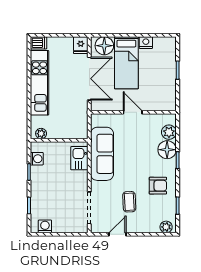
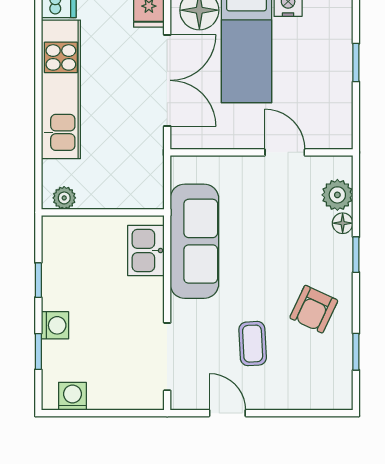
door: (133, 112) -> (285, 152), moved
floor lamp: (167, 150) -> (343, 223), width x0.53, depth x0.53
washing machine: (37, 159) -> (55, 325), moved
armchair: (158, 186) -> (314, 309), turned 115
plant: (166, 227) -> (331, 397), removed
door: (117, 234) -> (227, 413), hinge flipped

